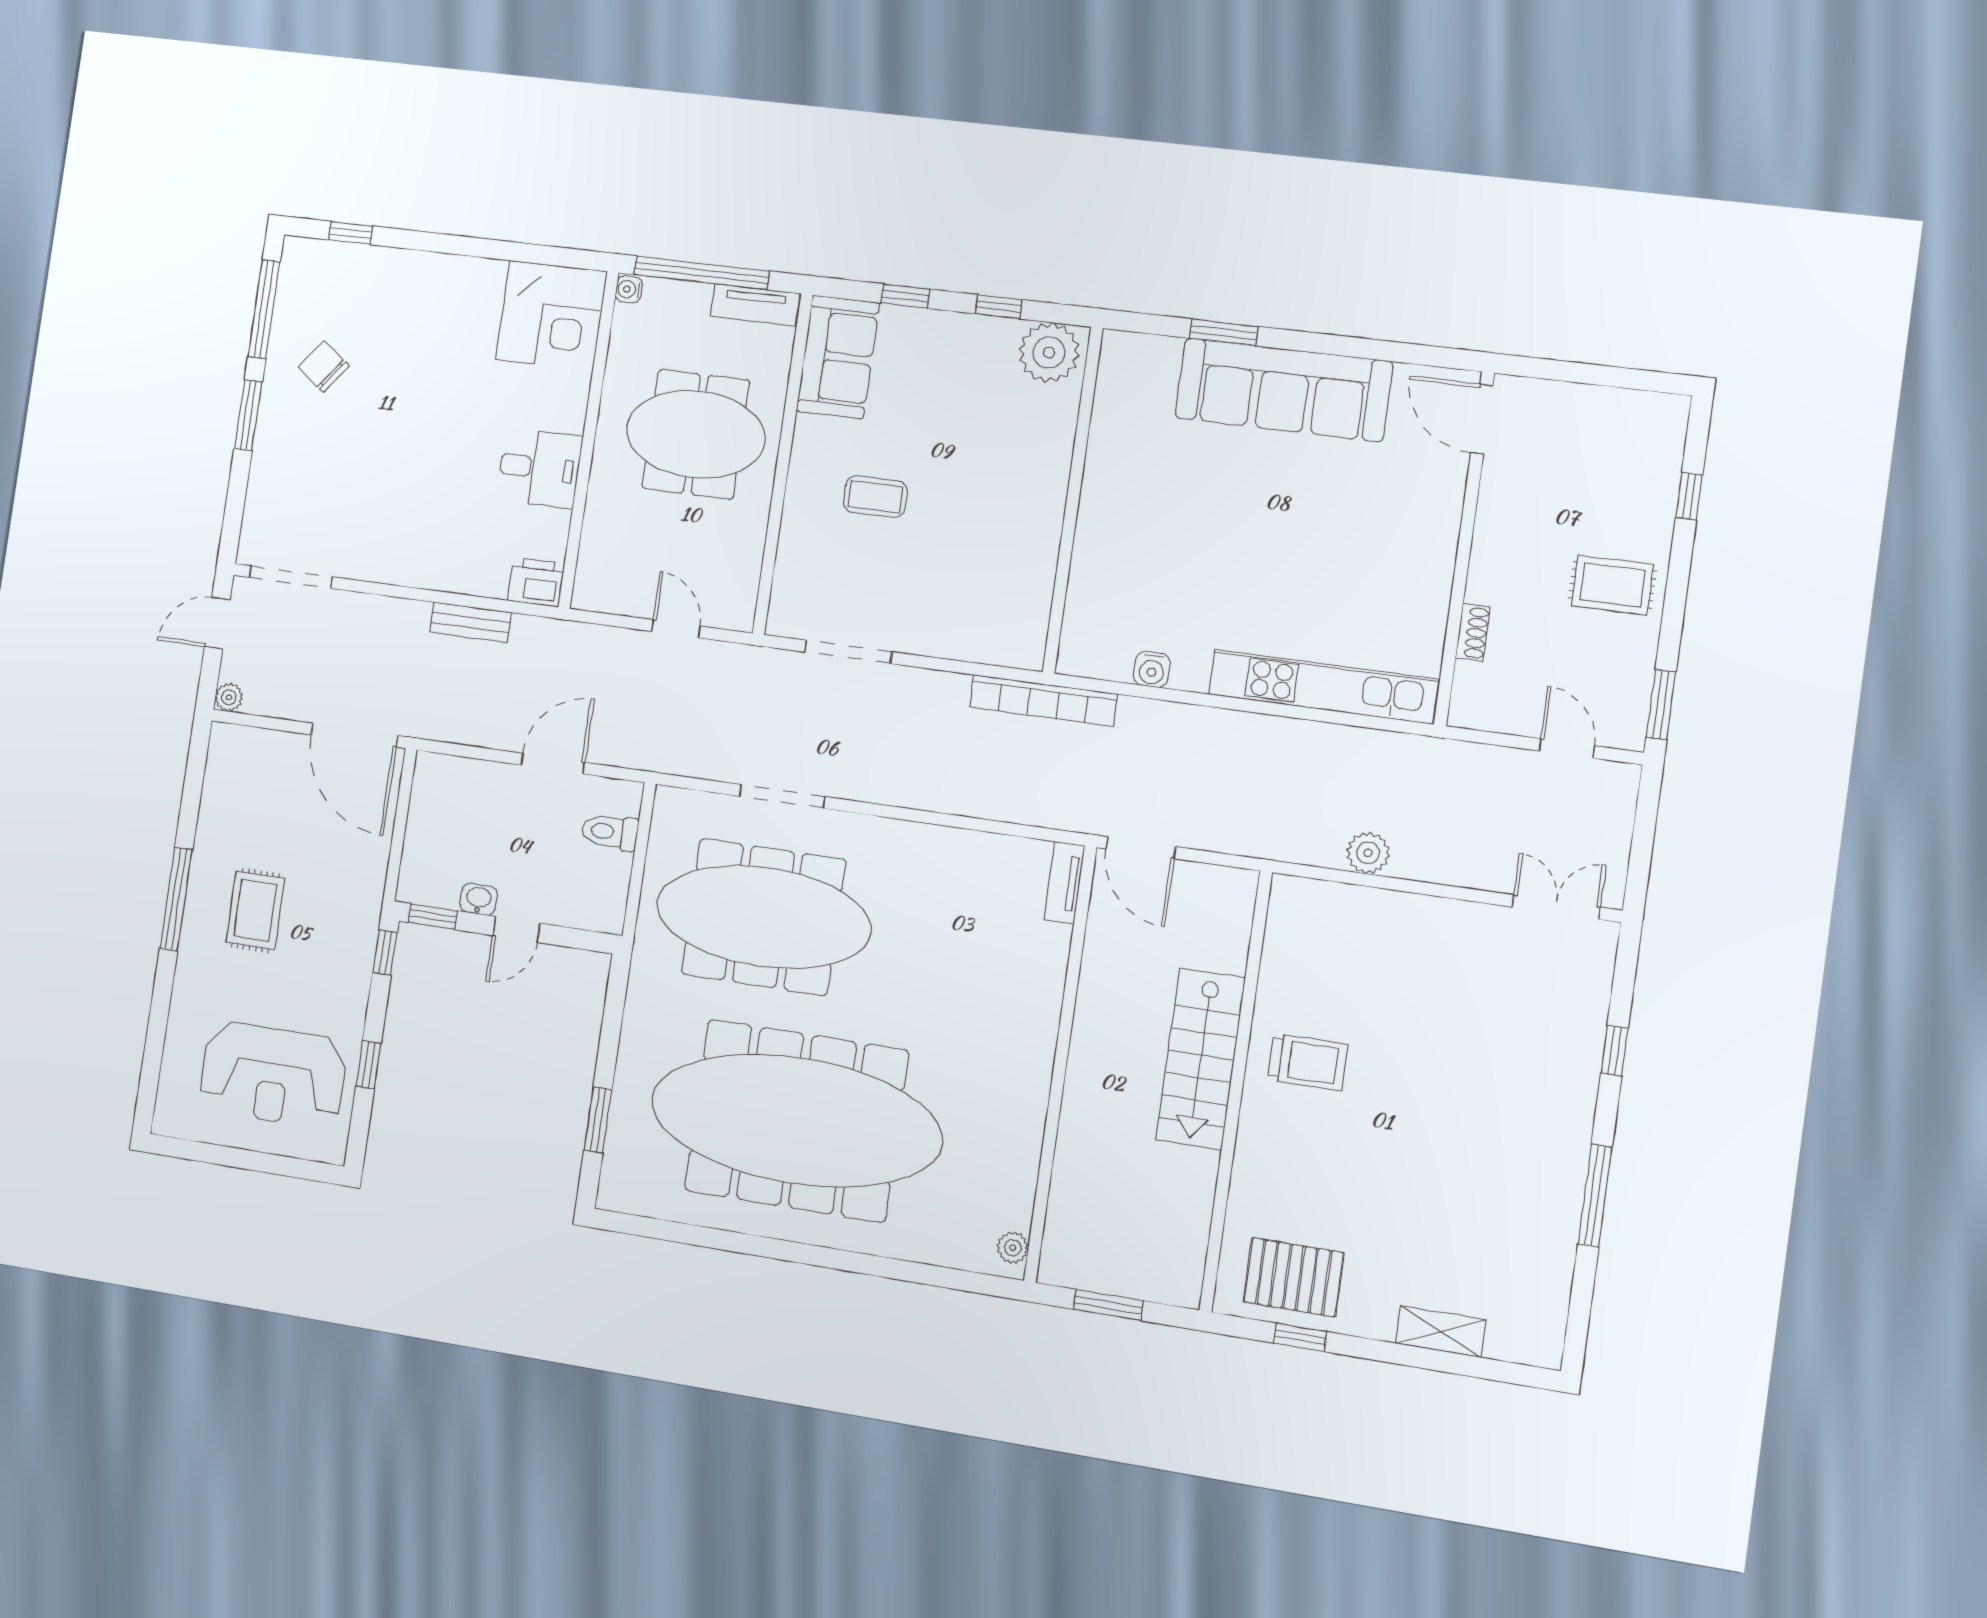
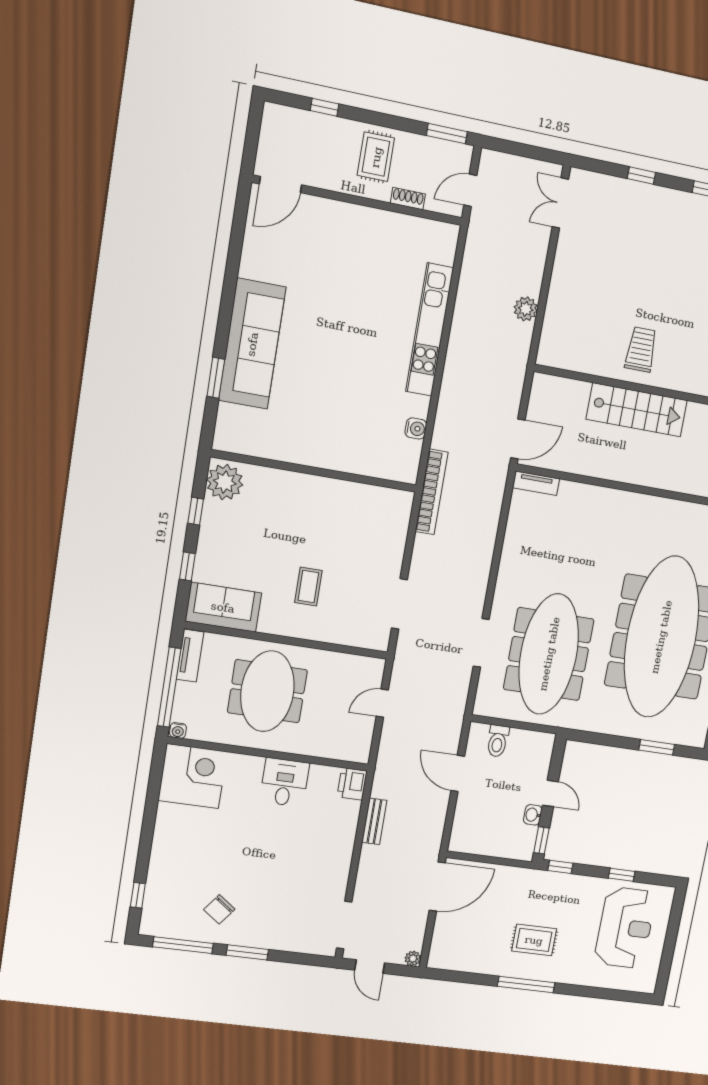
door: (1482, 419) -> (280, 184), moved
wall: (1464, 549) -> (358, 200), moved
shoe rack: (1473, 633) -> (408, 199), moved

